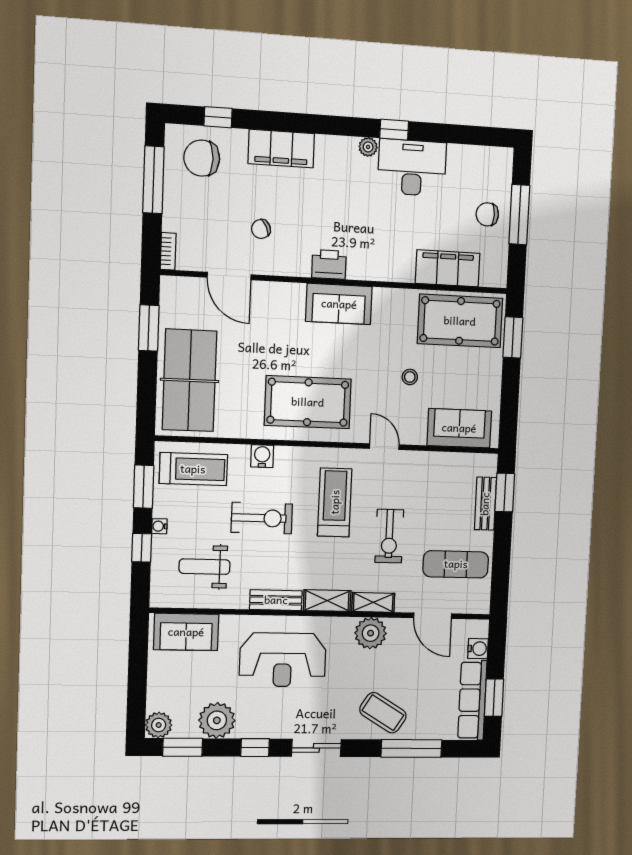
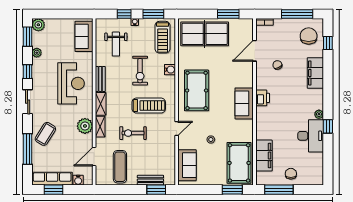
window: (519, 215) -> (279, 190), moved
weight bench: (205, 567) -> (116, 44), turned 180
reception desk: (283, 660) -> (71, 83), turned 180
plant: (217, 720) -> (37, 53), width x0.53, depth x0.53

